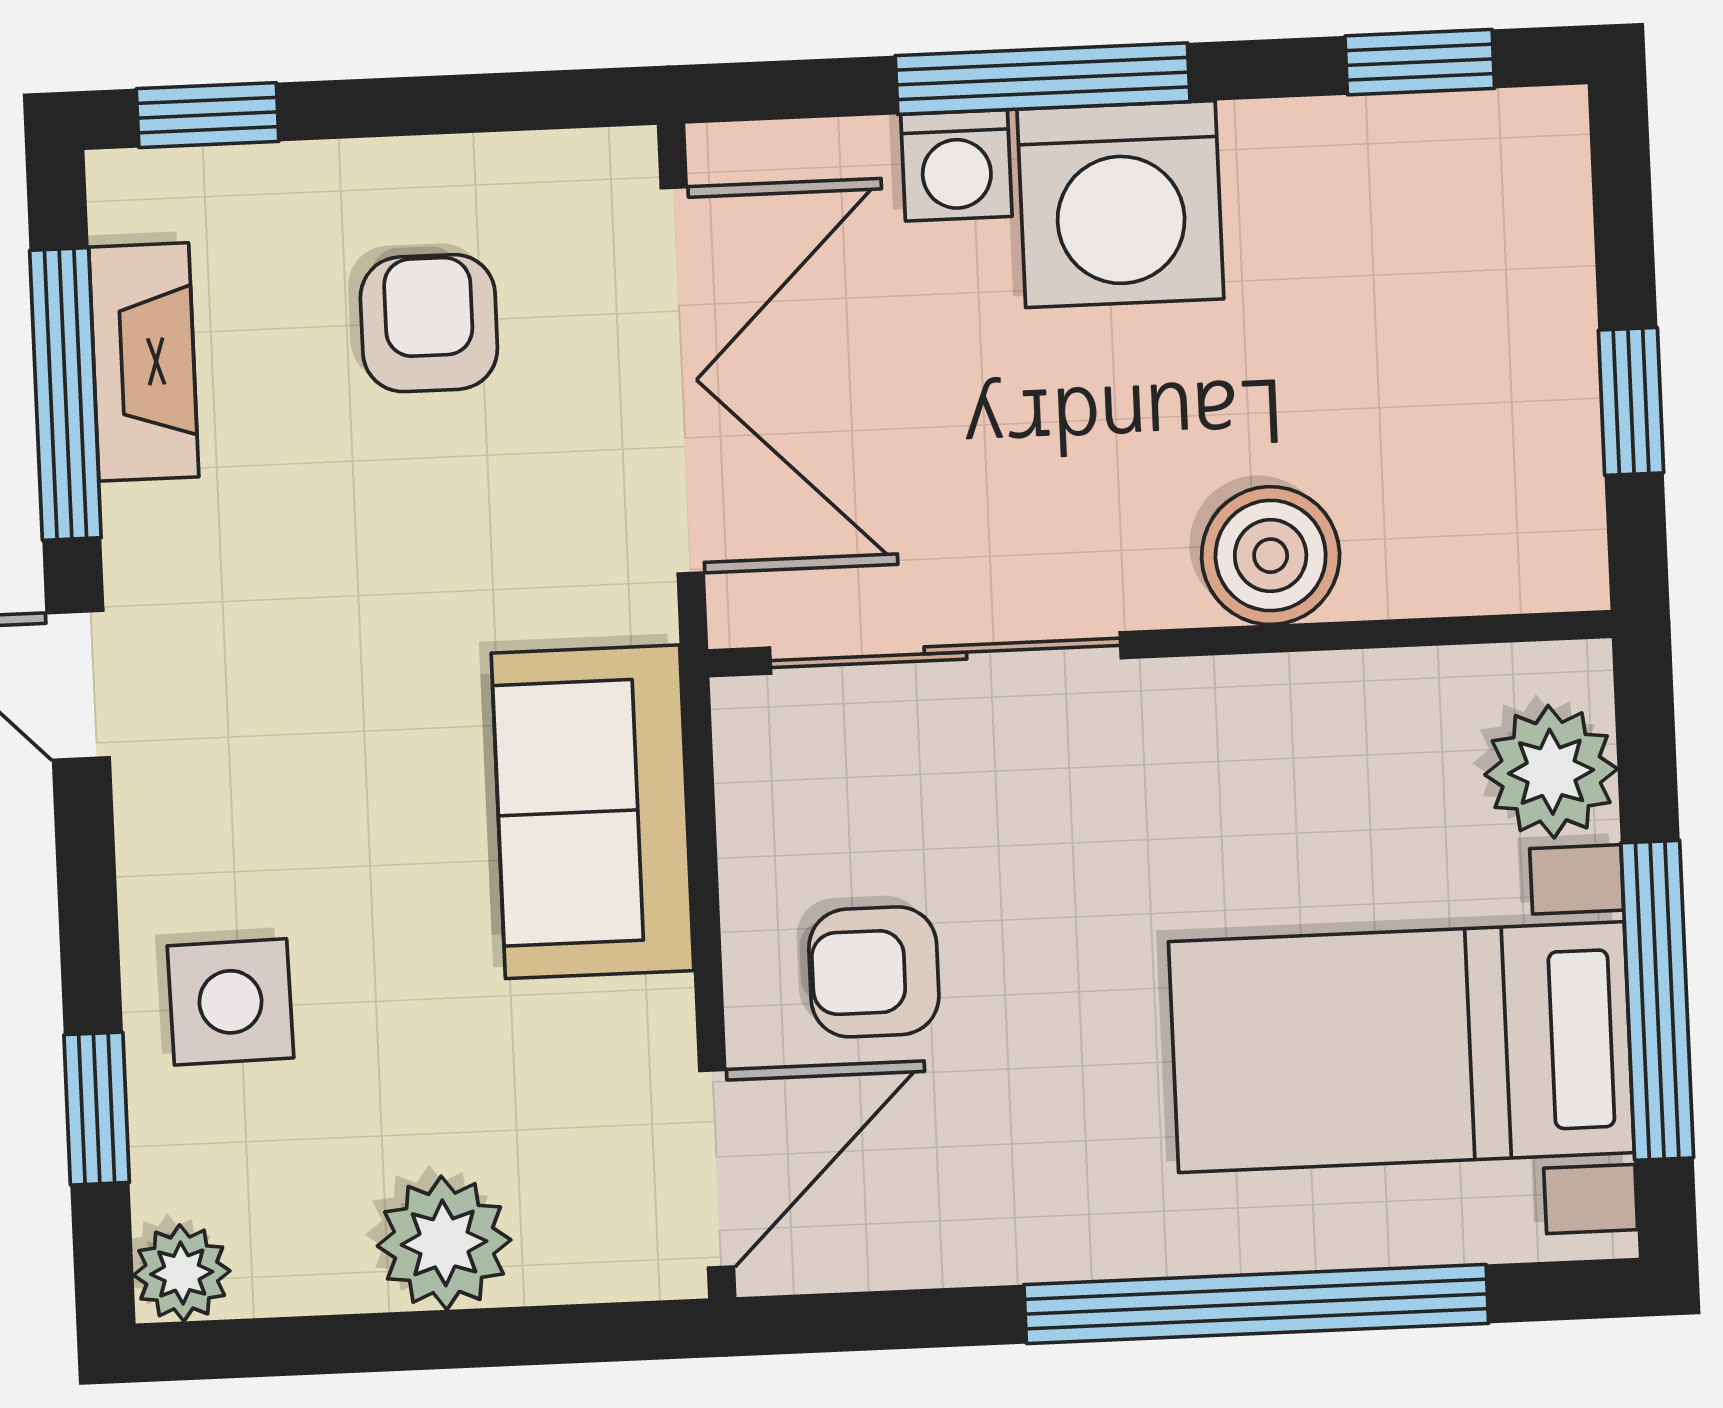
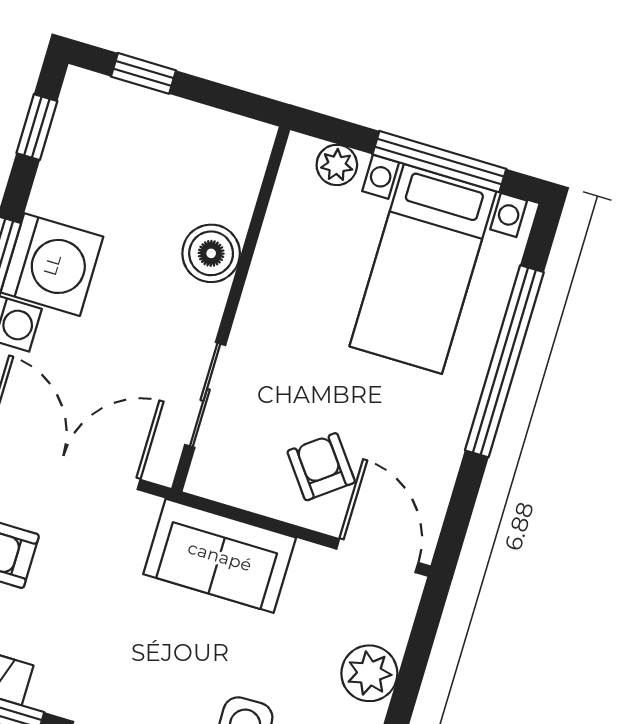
window: (1631, 401) -> (143, 73), moved
sliding door: (945, 653) -> (205, 395), width x0.73
plant: (1551, 772) -> (337, 165), width x0.73, depth x0.73
armchair: (874, 972) -> (321, 467), turned 143

